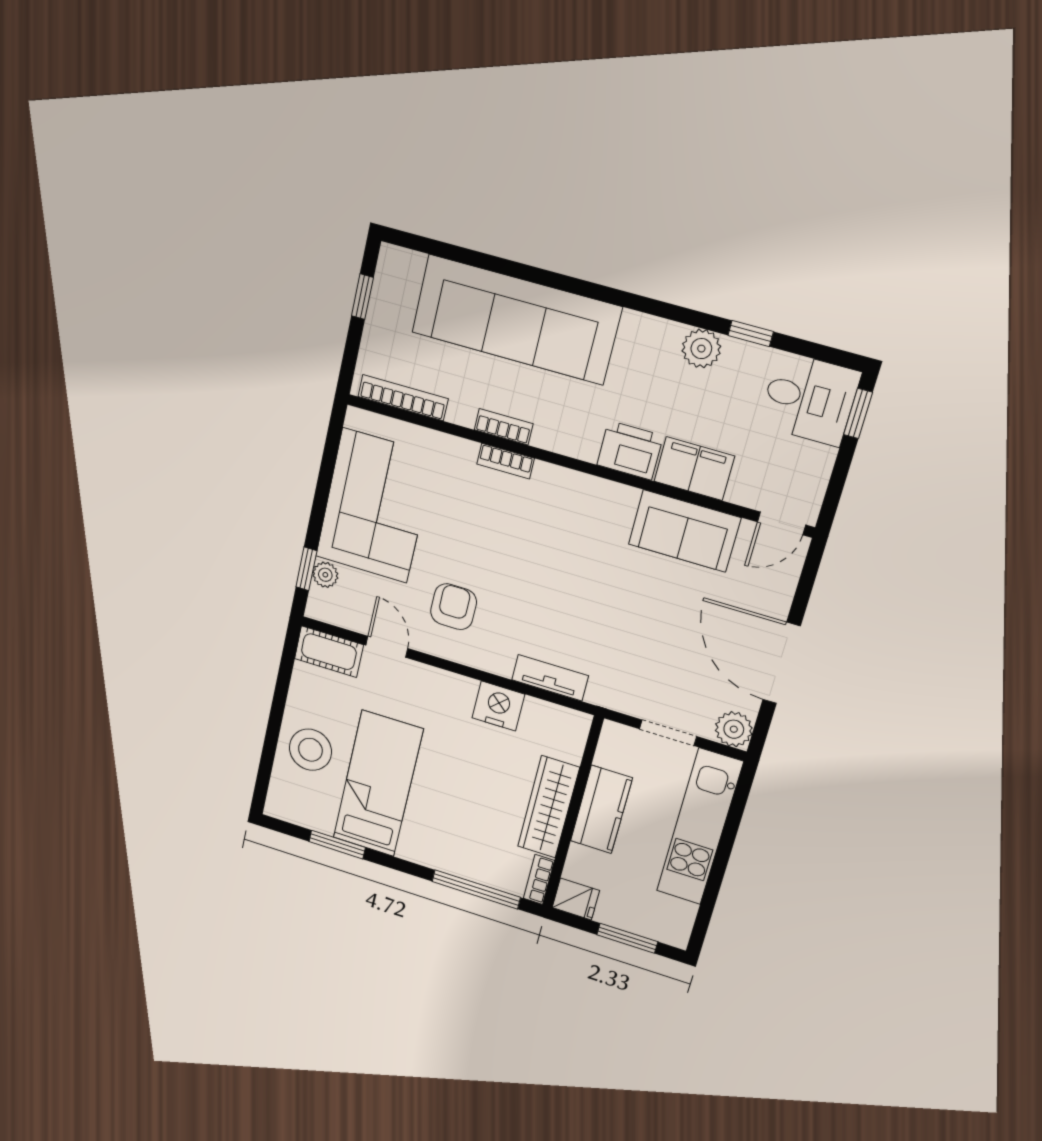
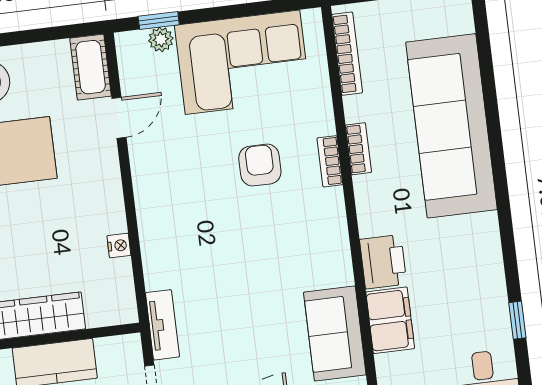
plant: (701, 349) -> (490, 286), removed
armchair: (454, 607) -> (260, 165), moved, turned -90
tv unit: (550, 678) -> (162, 325), moved
nightstand: (498, 706) -> (119, 246), width x0.53, depth x0.56

